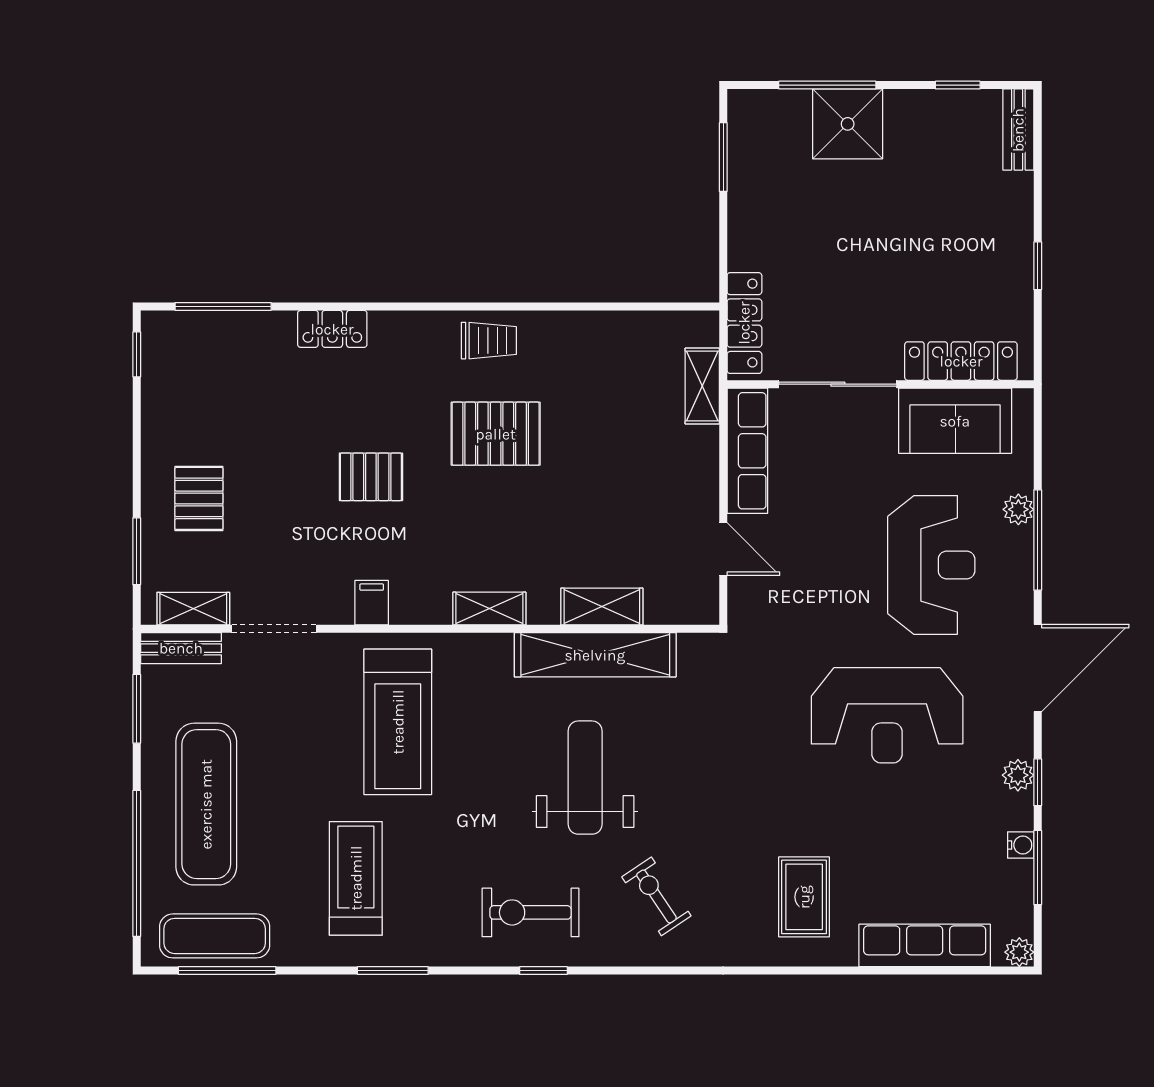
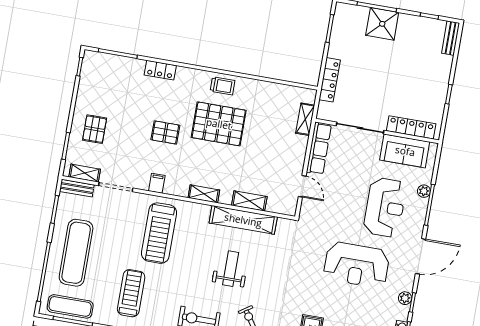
locker: (744, 323) -> (330, 80), moved
pallet: (496, 434) -> (219, 124), width x1.37, depth x1.41
weight bench: (585, 778) -> (231, 269), width x0.73, depth x0.75

